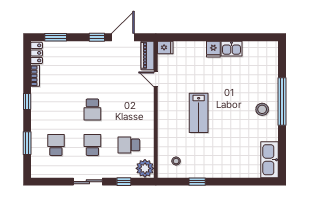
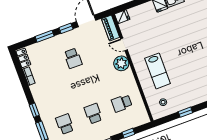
window: (56, 37) -> (45, 36), moved
window: (27, 102) -> (34, 110), moved
school desk: (92, 109) -> (73, 58), moved
lab bench: (199, 113) -> (158, 71), moved
plant: (145, 168) -> (121, 63), moved

